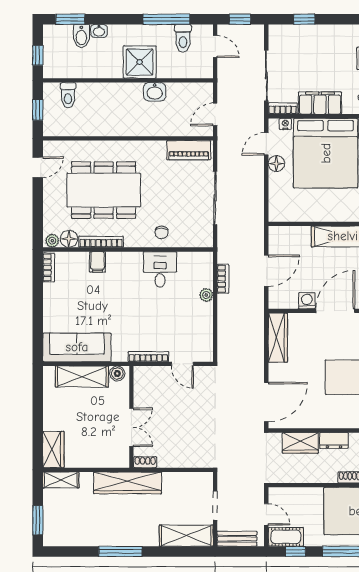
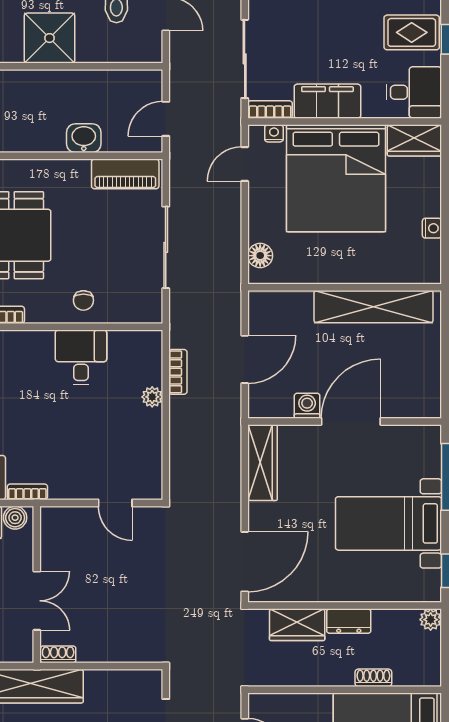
washbasin: (155, 92) -> (84, 138), moved, turned 180
floor lamp: (276, 164) -> (260, 256), moved
bookcase: (148, 357) -> (27, 492), moved, width x0.64

